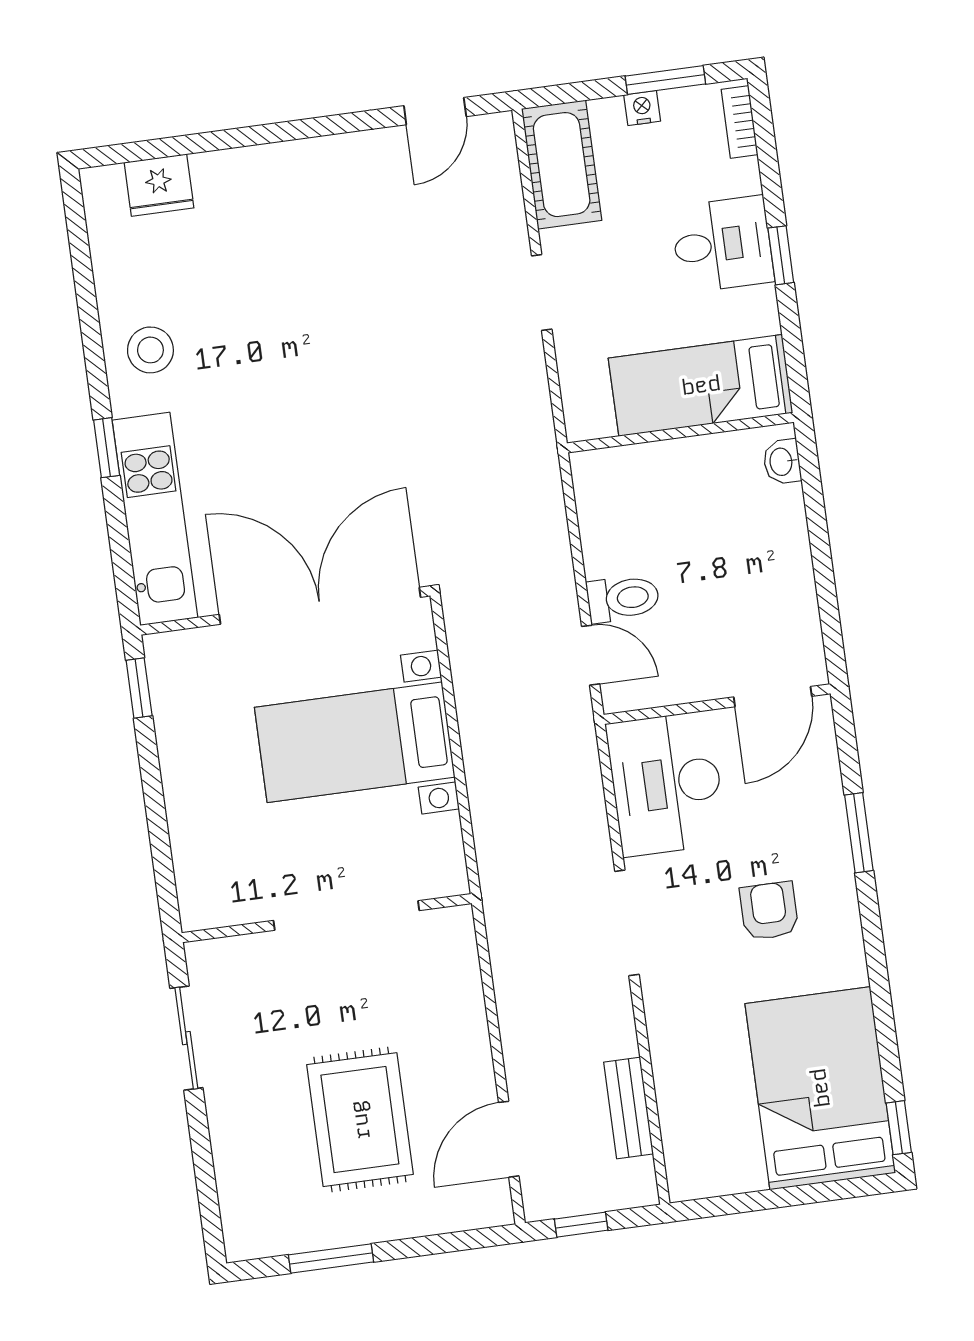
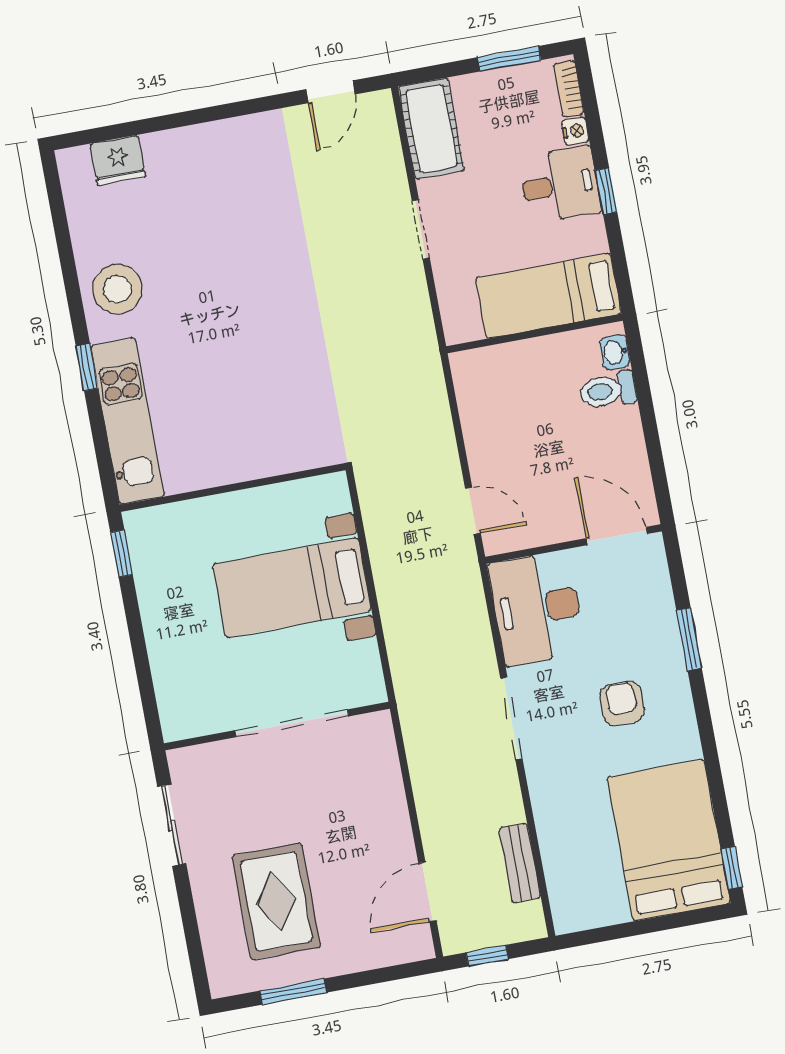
nightstand: (642, 108) -> (575, 131), moved, turned 90
stool: (150, 350) -> (117, 289), width x1.38, depth x1.38
toilet: (623, 598) -> (608, 390), moved, turned 180
double door: (320, 606) -> (259, 482), removed
door: (773, 697) -> (617, 536), swing flipped
rug: (360, 1120) -> (276, 901), moved

